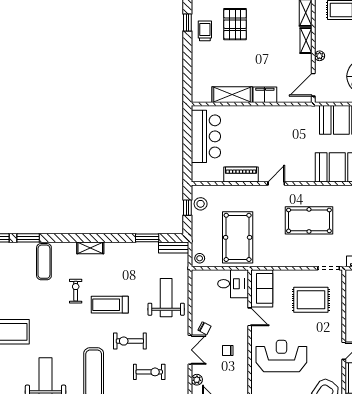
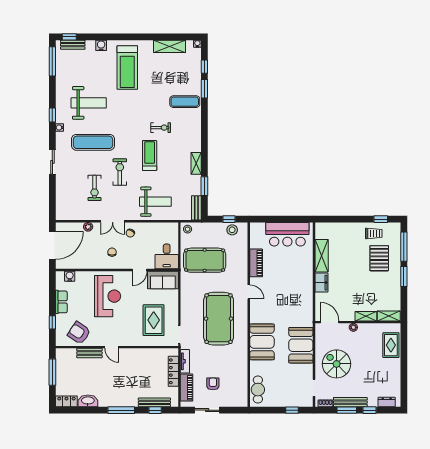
pallet: (235, 24) -> (379, 258), turned 90
pool table: (309, 220) -> (219, 319), width x1.36, depth x1.32
shelving: (90, 248) -> (196, 163), moved

